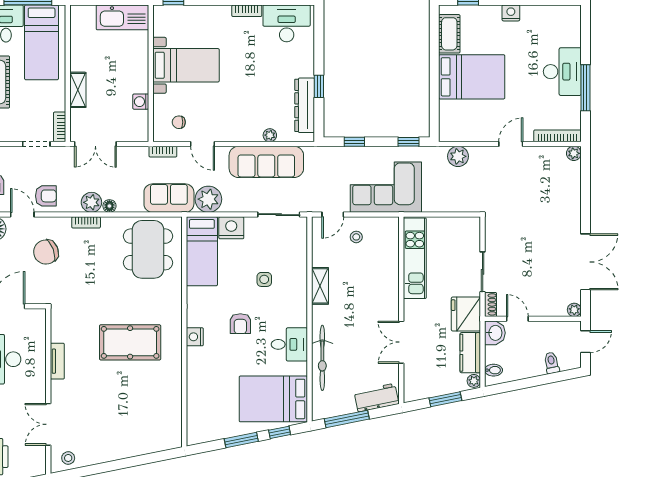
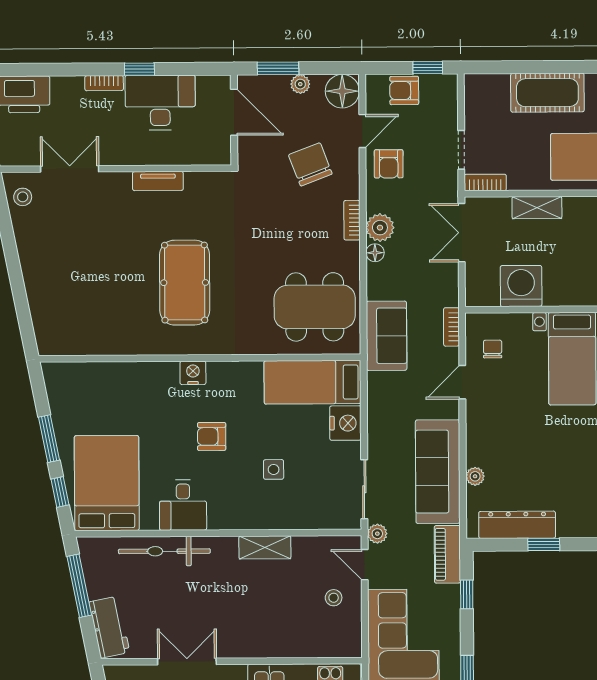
washing machine: (141, 102) -> (521, 286), width x1.89, depth x1.89
piano: (326, 155) -> (447, 554), added
plant: (208, 199) -> (377, 534), moved, width x0.53, depth x0.53

